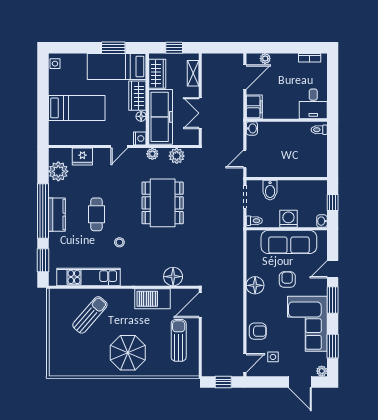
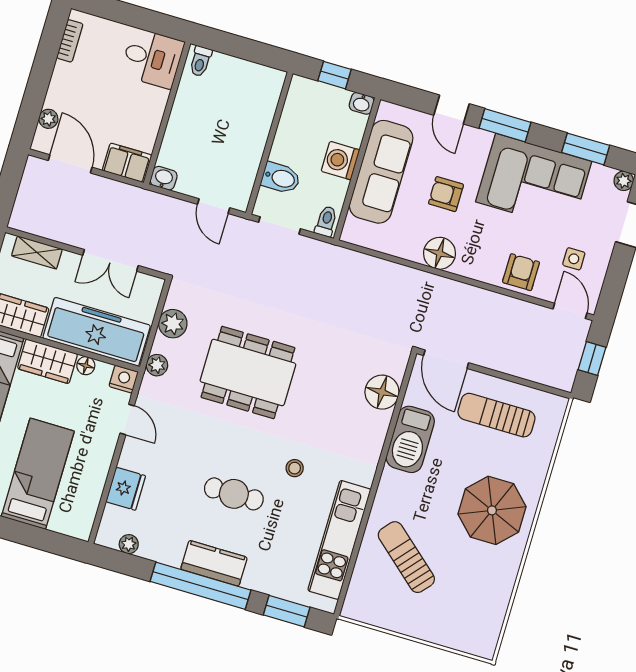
plant: (58, 171) -> (129, 544), width x0.53, depth x0.53

